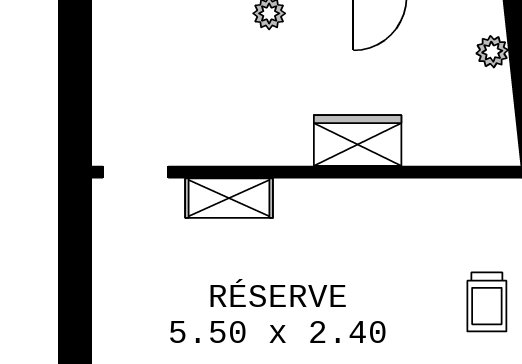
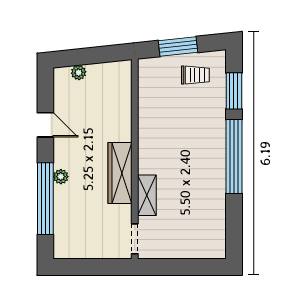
wardrobe: (358, 140) -> (120, 173), moved, width x1.50

